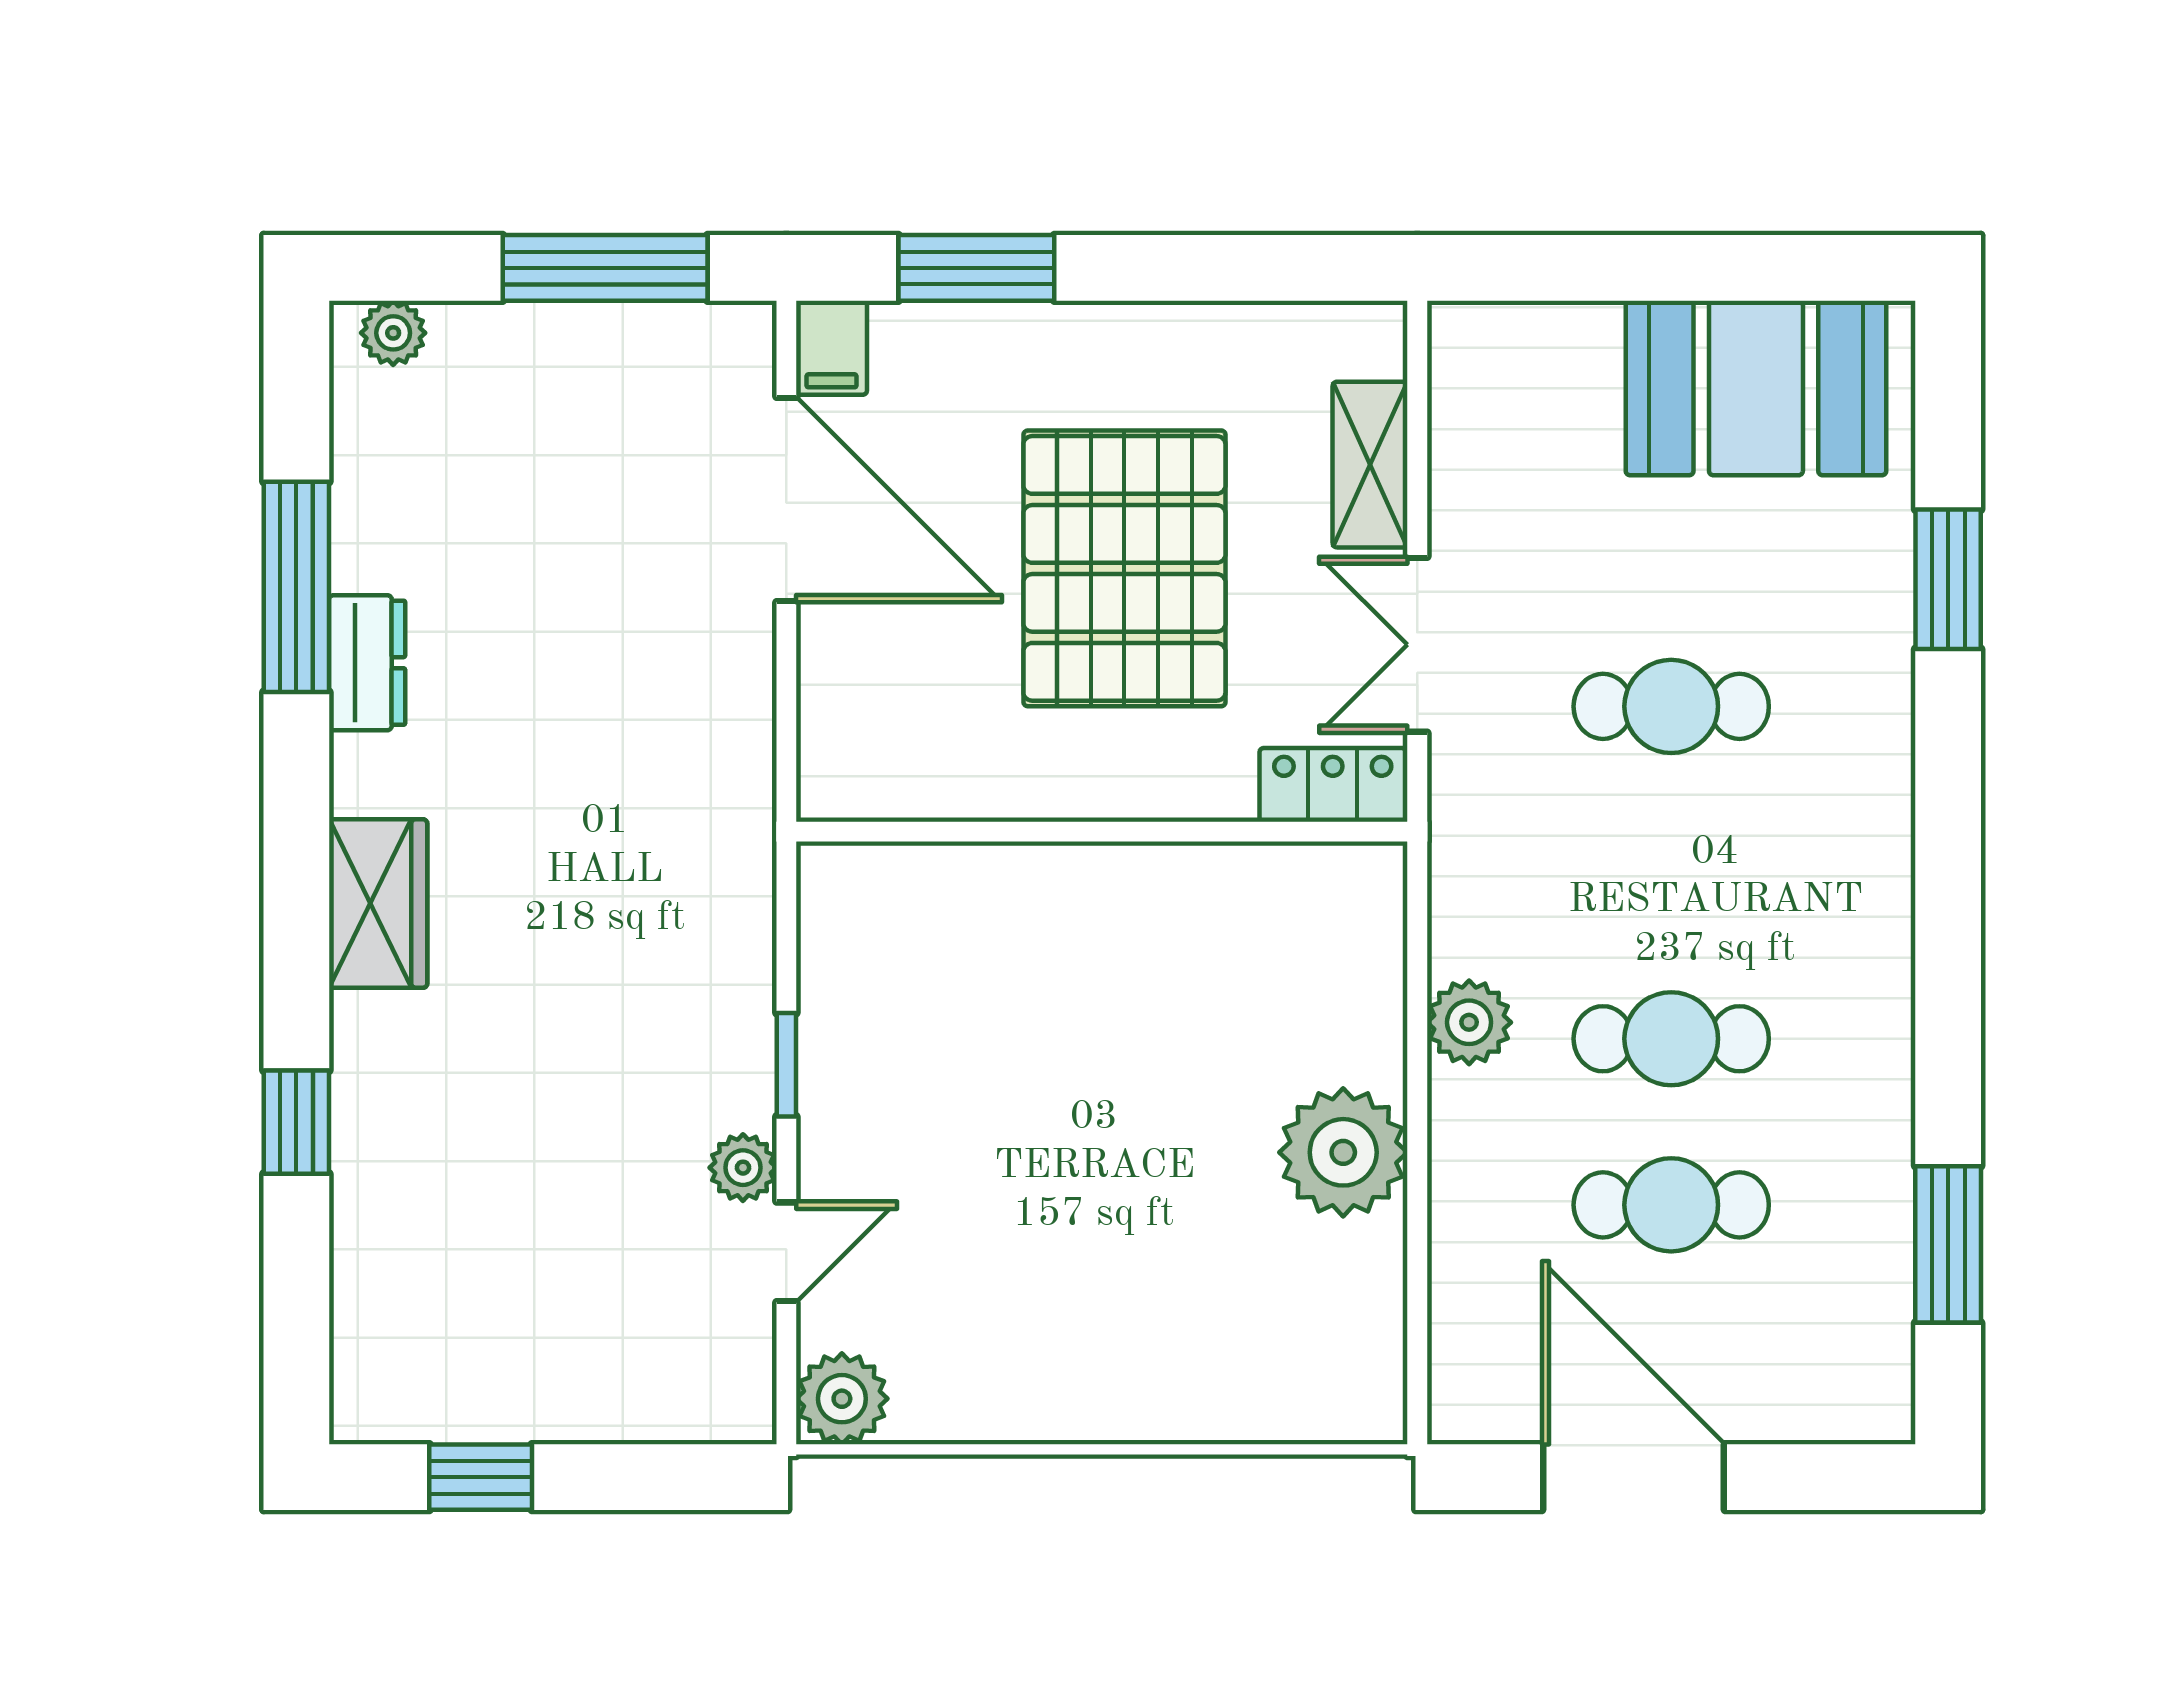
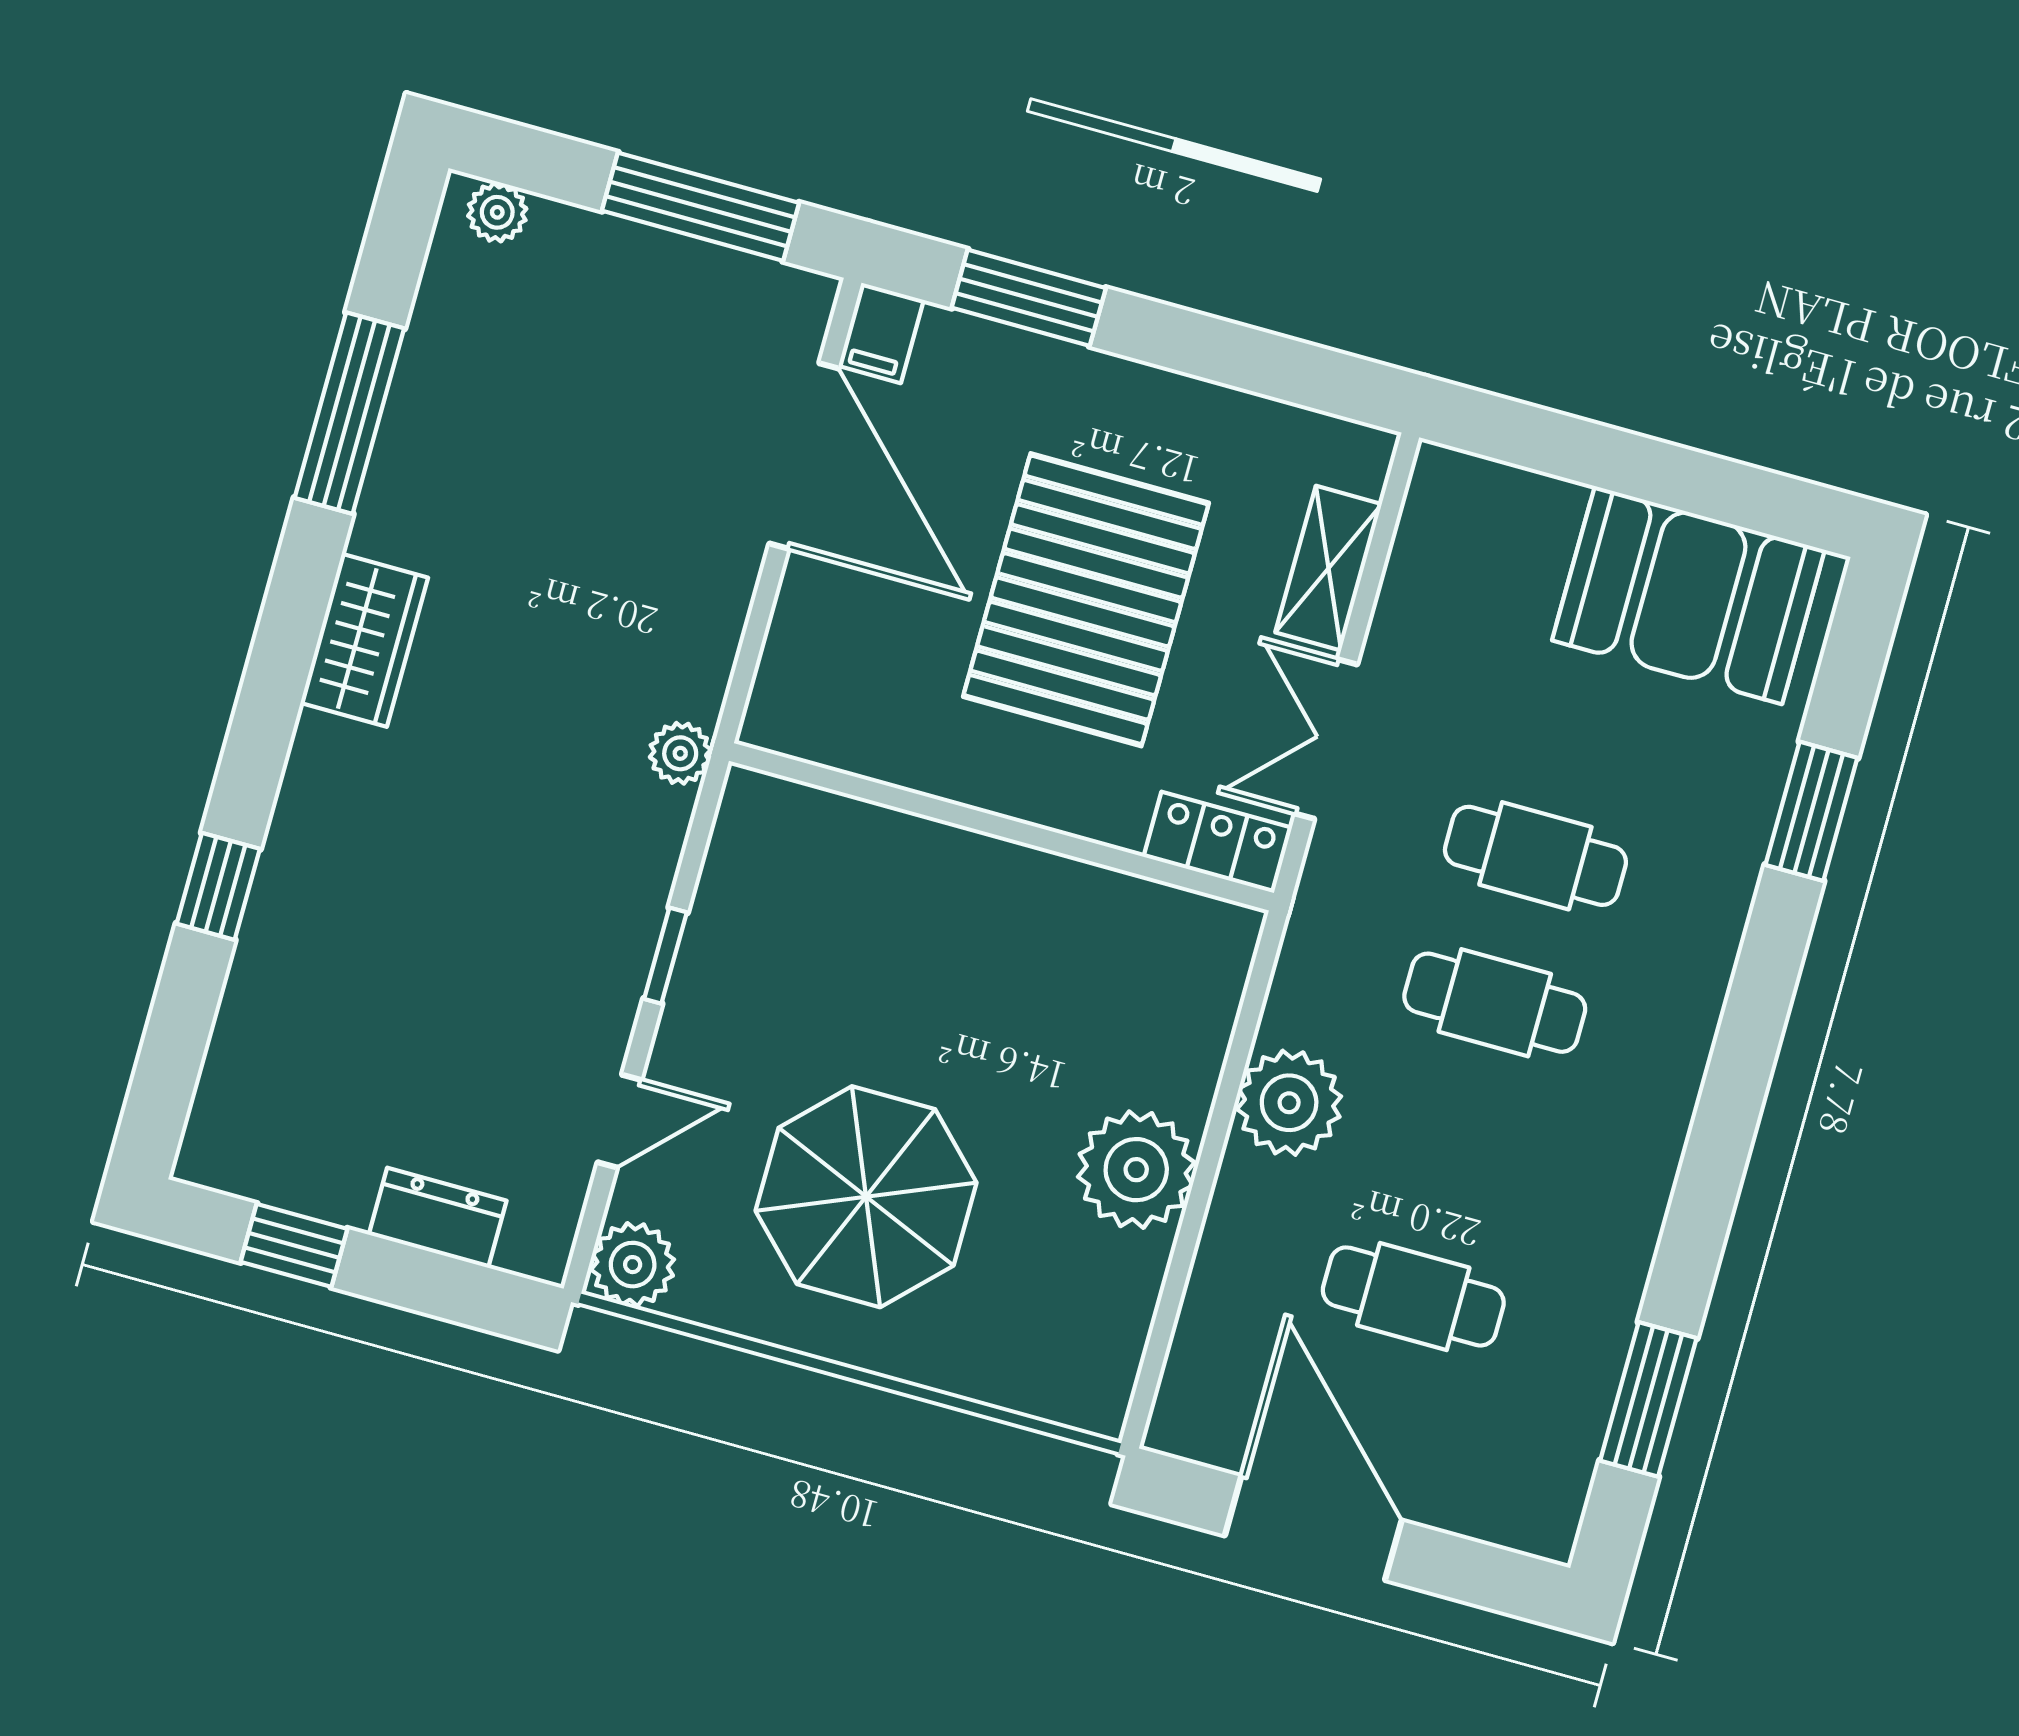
dresser: (367, 663) -> (438, 1218), moved, turned -90
wardrobe: (378, 904) -> (364, 640), moved
plant: (1469, 1022) -> (1289, 1103), width x1.36, depth x1.36
cafe table: (1671, 1039) -> (1495, 1003), moved
plant: (743, 1168) -> (680, 753), moved
parasol: (1067, 1259) -> (866, 1197), added

